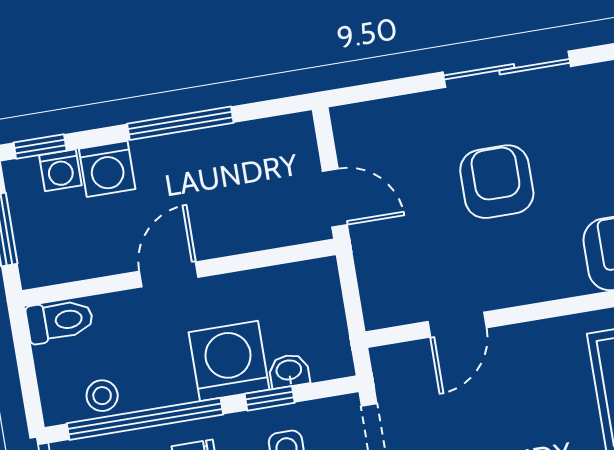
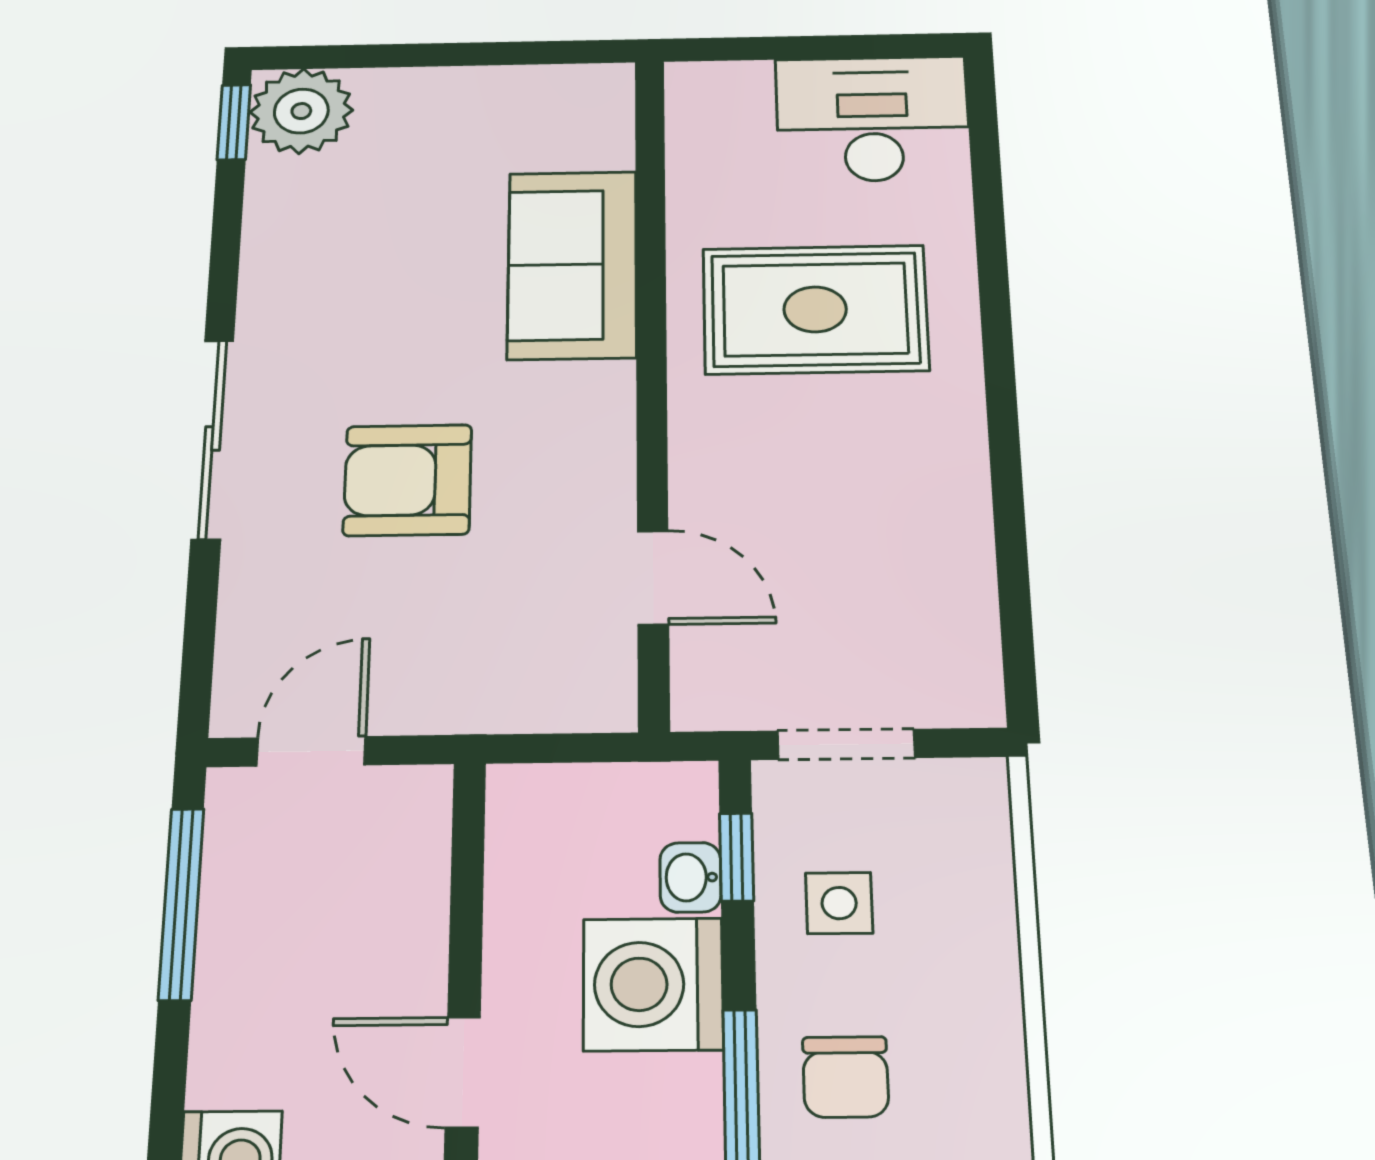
window: (180, 123) -> (181, 903), moved
door: (335, 198) -> (311, 751), moved
window: (270, 398) -> (737, 857), moved

